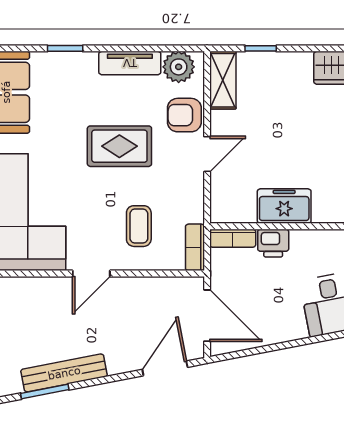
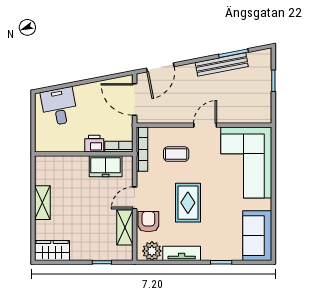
shelving: (223, 80) -> (125, 227), moved
armchair: (184, 115) -> (148, 222), turned -90
rug: (119, 146) -> (188, 203), turned 90
freezer: (284, 206) -> (106, 166), moved
coffee table: (139, 226) -> (176, 154), turned 90
bookcase: (195, 247) -> (142, 149), width x1.56

